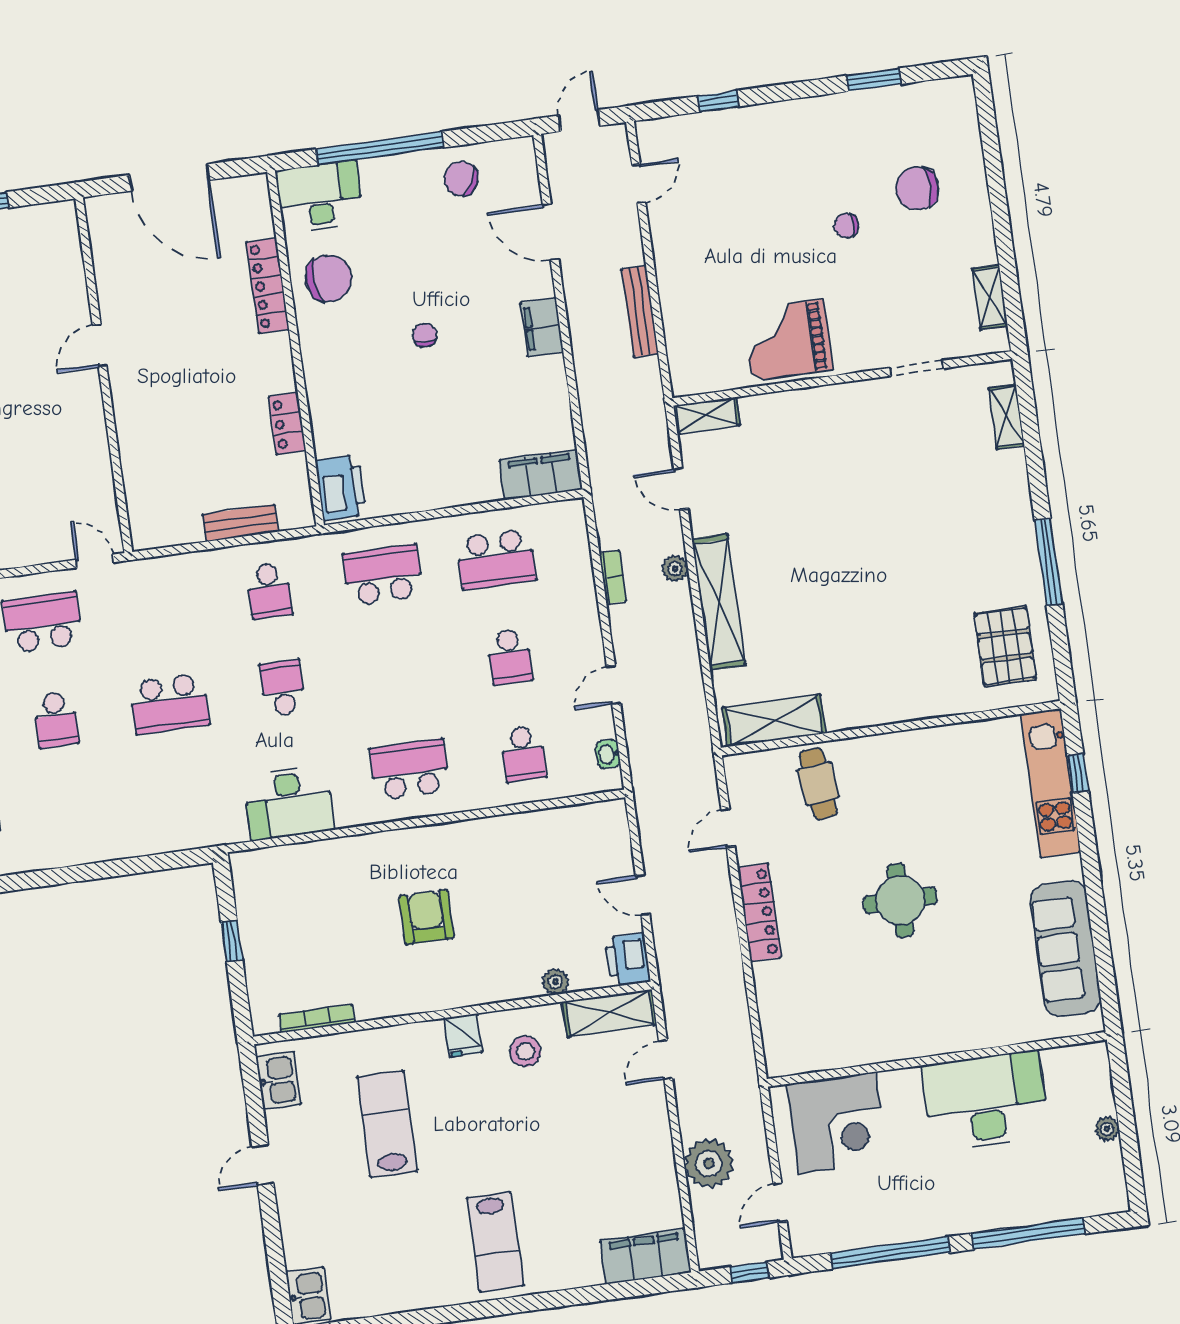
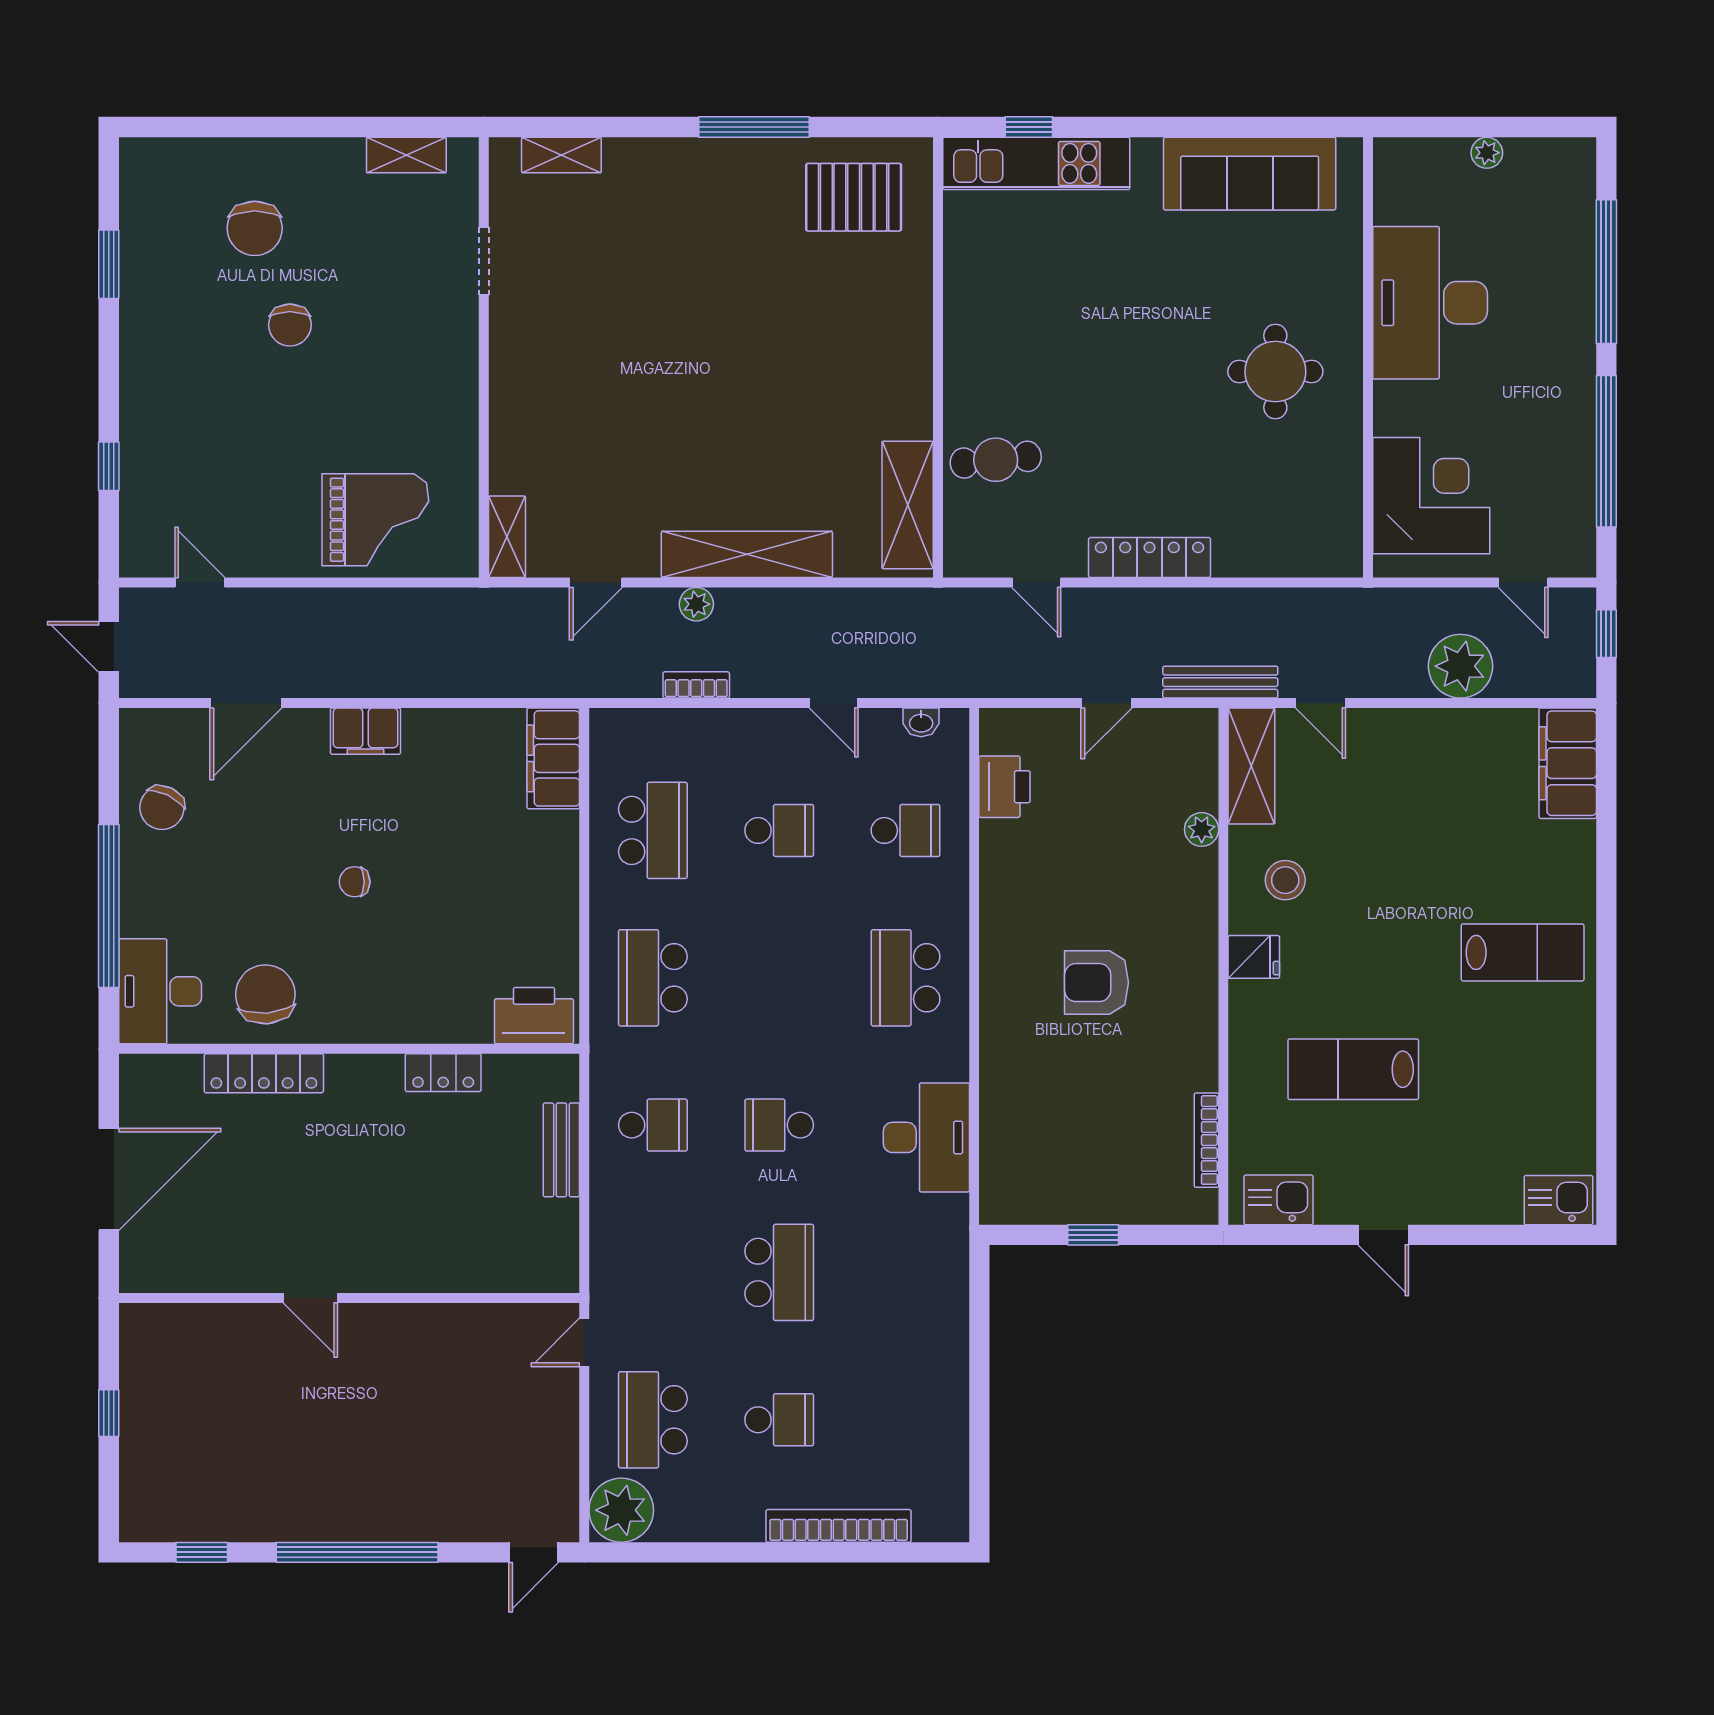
chair: (846, 226) -> (290, 325), width x1.37, depth x1.37
bench: (640, 311) -> (1220, 682), moved
grand piano: (787, 340) -> (375, 520), moved, turned -90
round table: (900, 900) -> (1275, 372), moved
printer: (628, 959) -> (1004, 787), moved, turned -90

